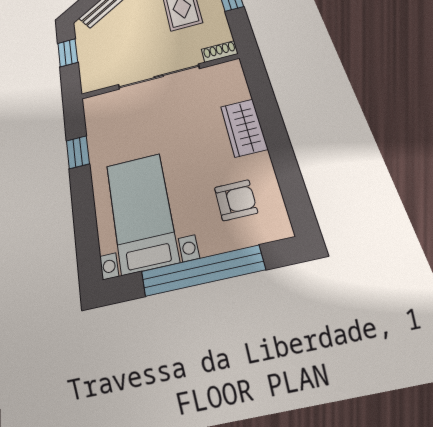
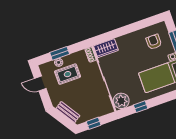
plant: (101, 110) -> (121, 101), added
wardrobe: (244, 128) -> (106, 48), moved

